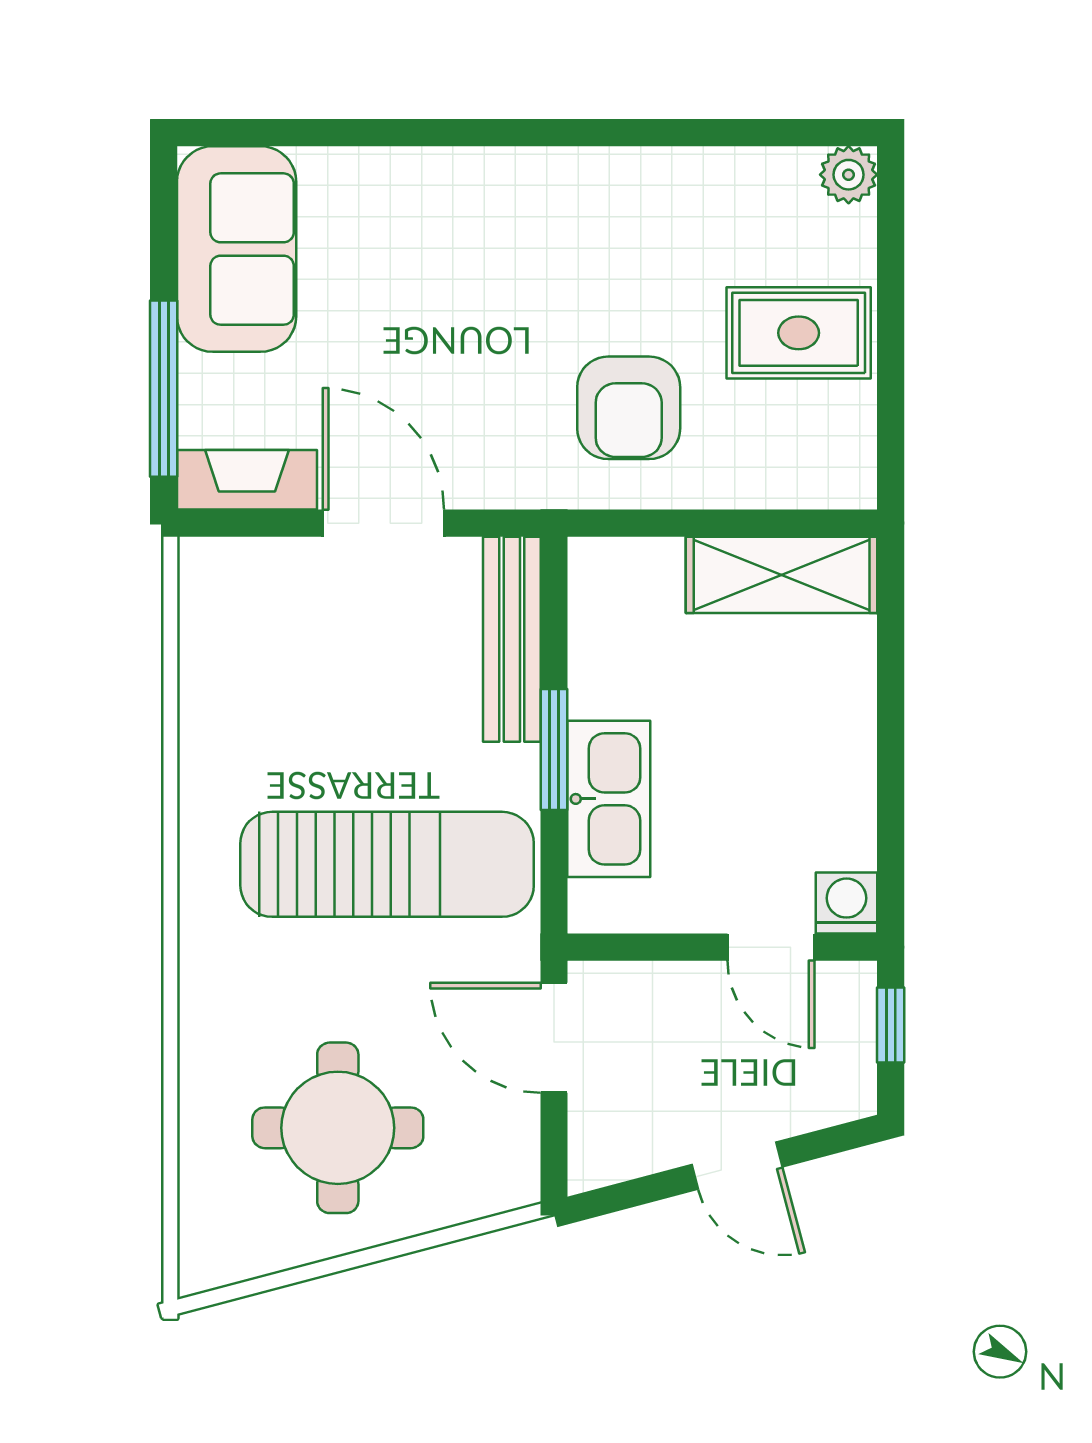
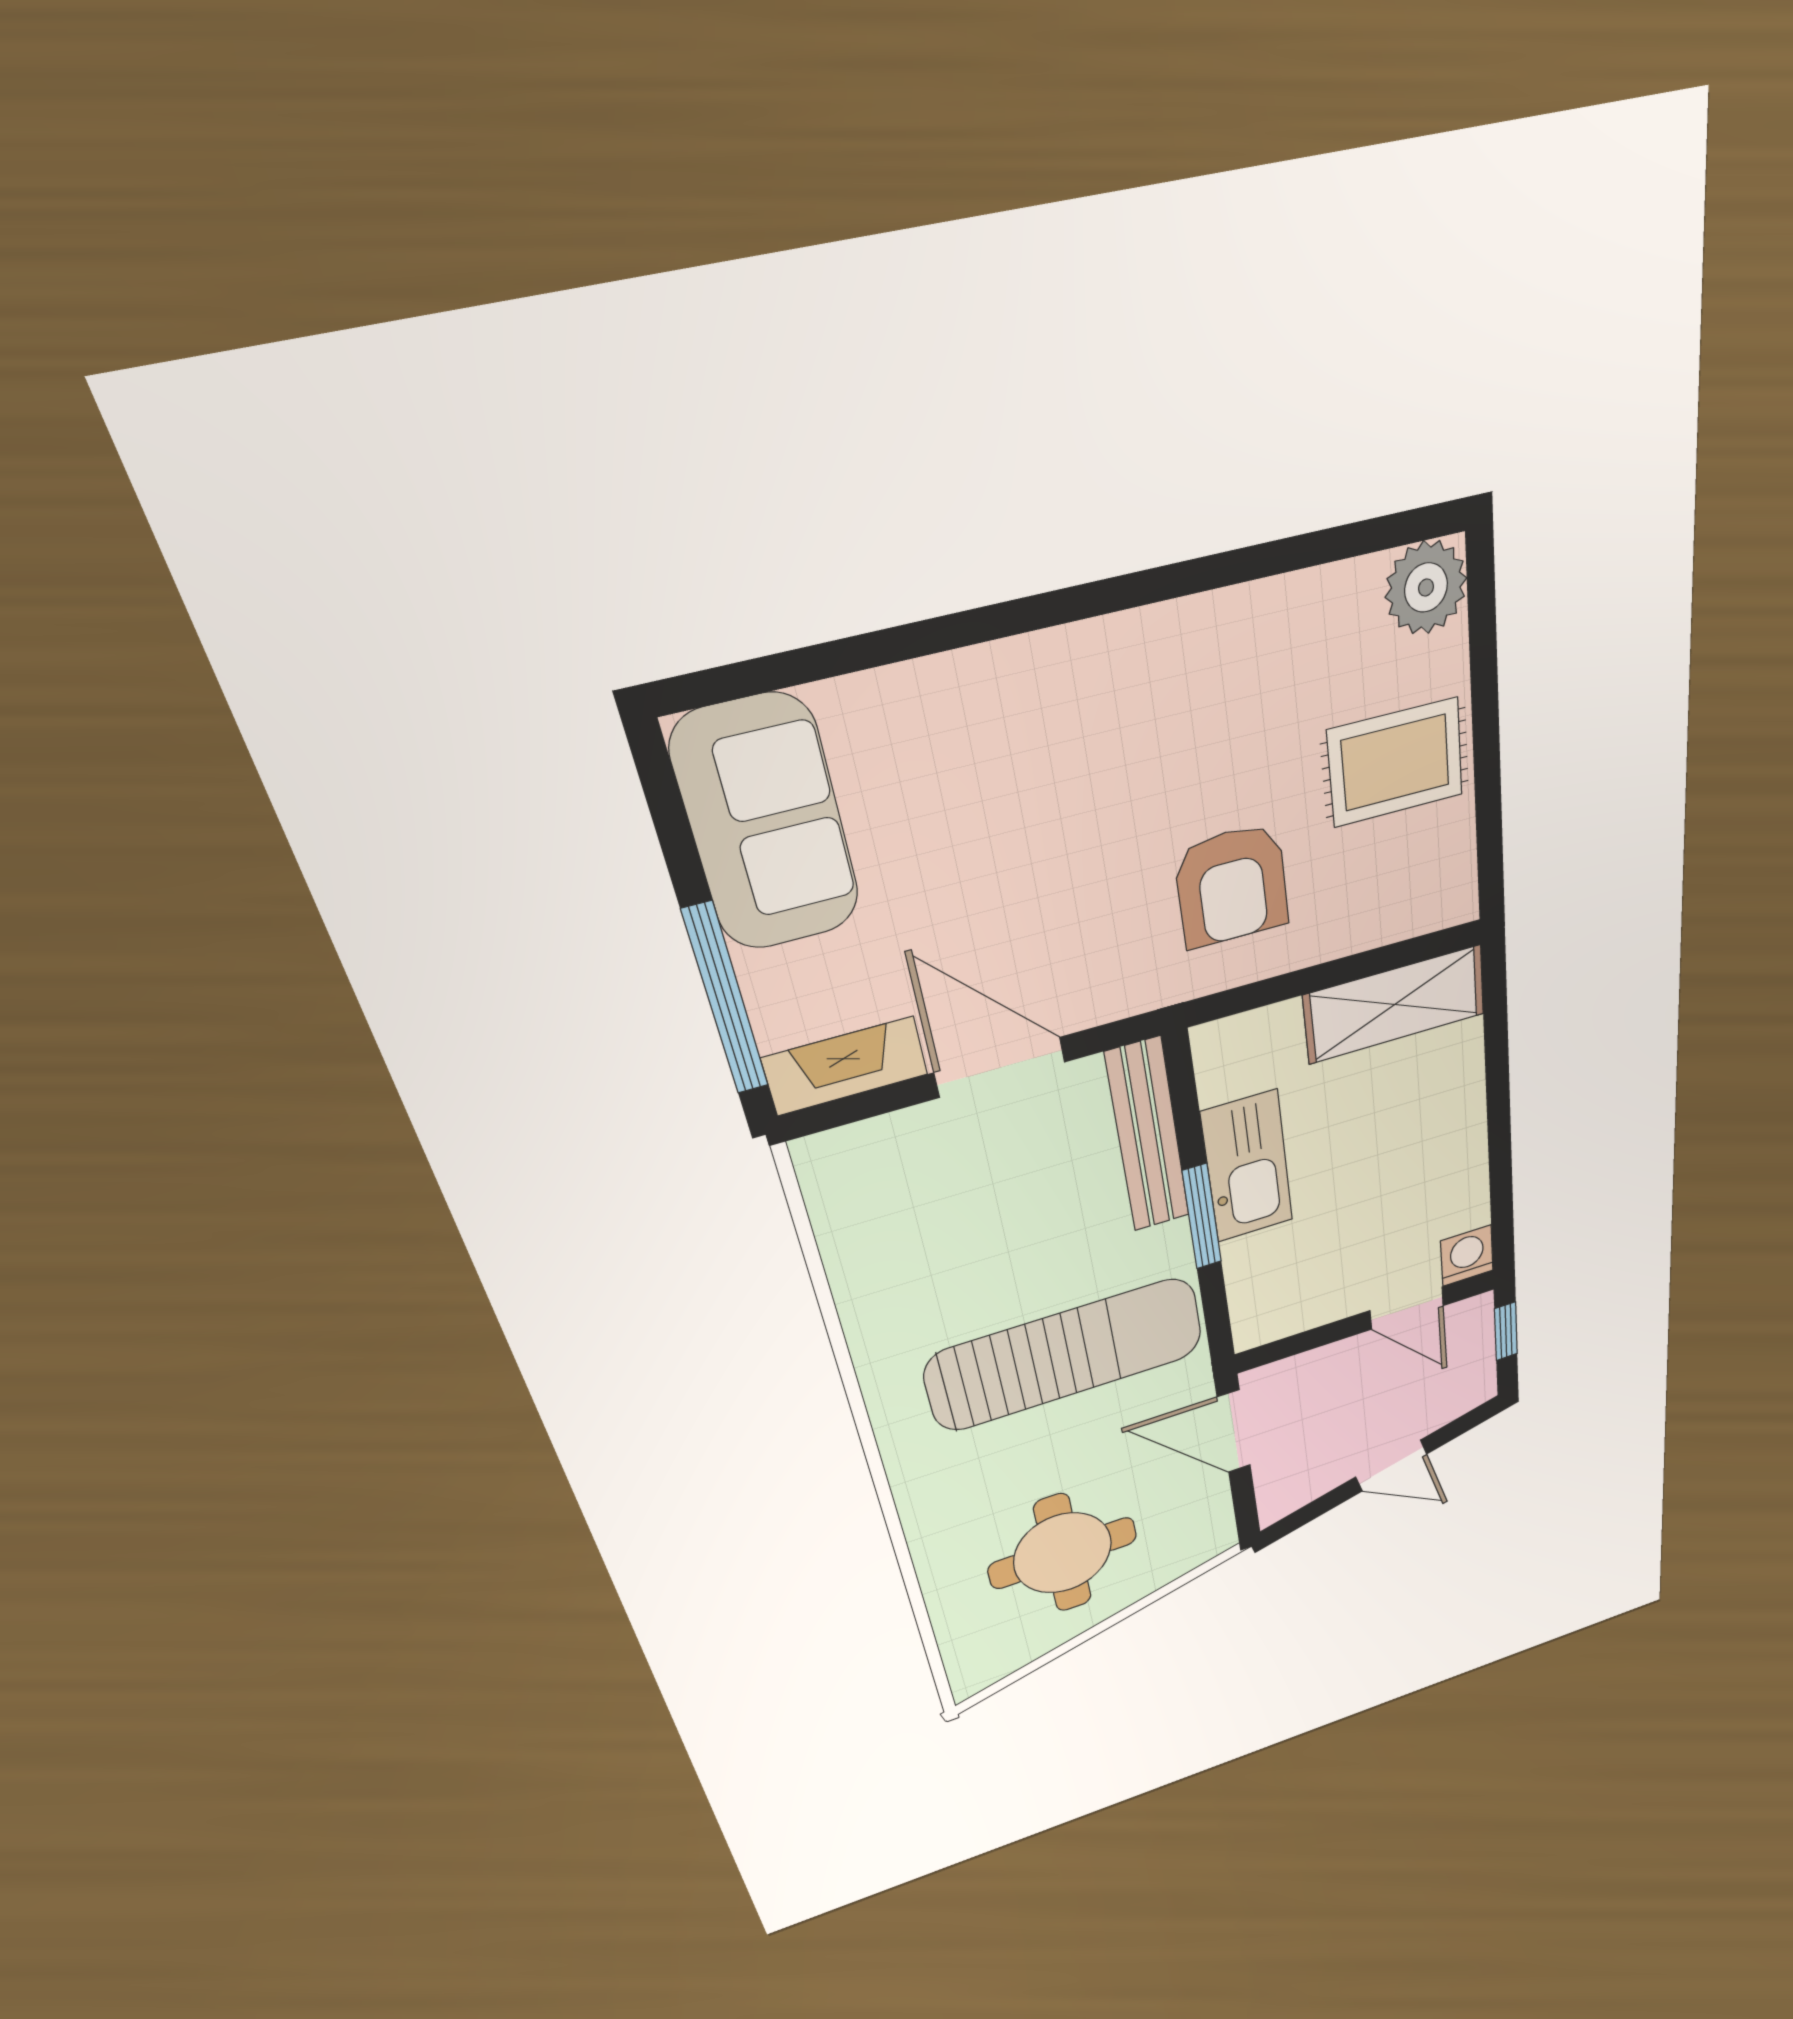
plant: (849, 175) -> (1426, 588), width x1.38, depth x1.38
kitchen sink: (609, 799) -> (1247, 1167), moved

